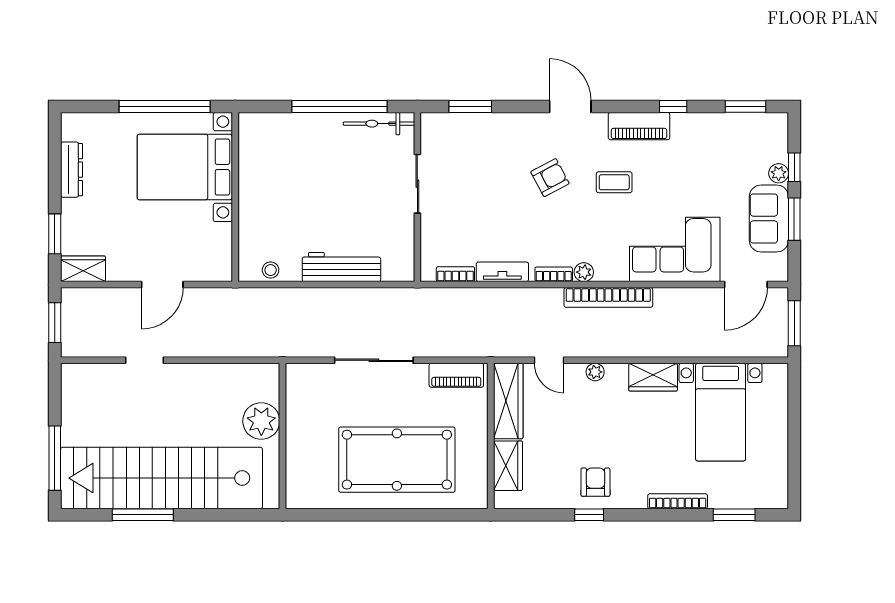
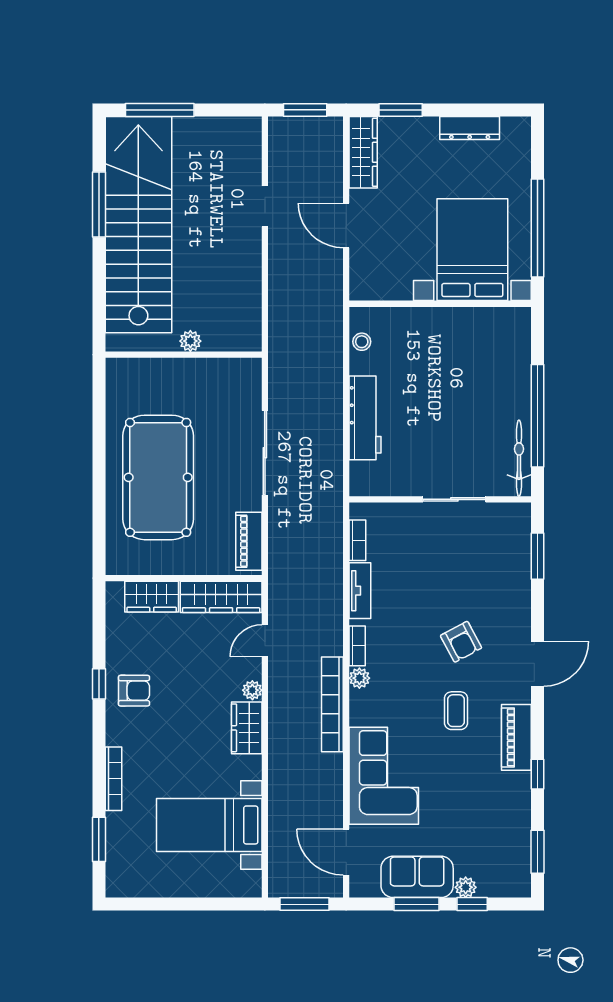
wardrobe: (83, 269) -> (363, 152), width x1.50
wardrobe: (653, 377) -> (247, 728), moved
plant: (261, 421) -> (190, 341), width x0.53, depth x0.53

